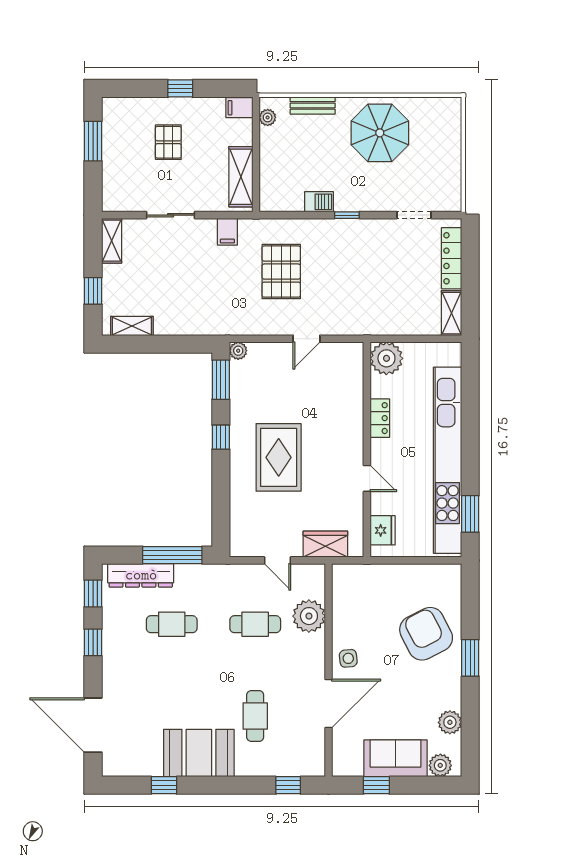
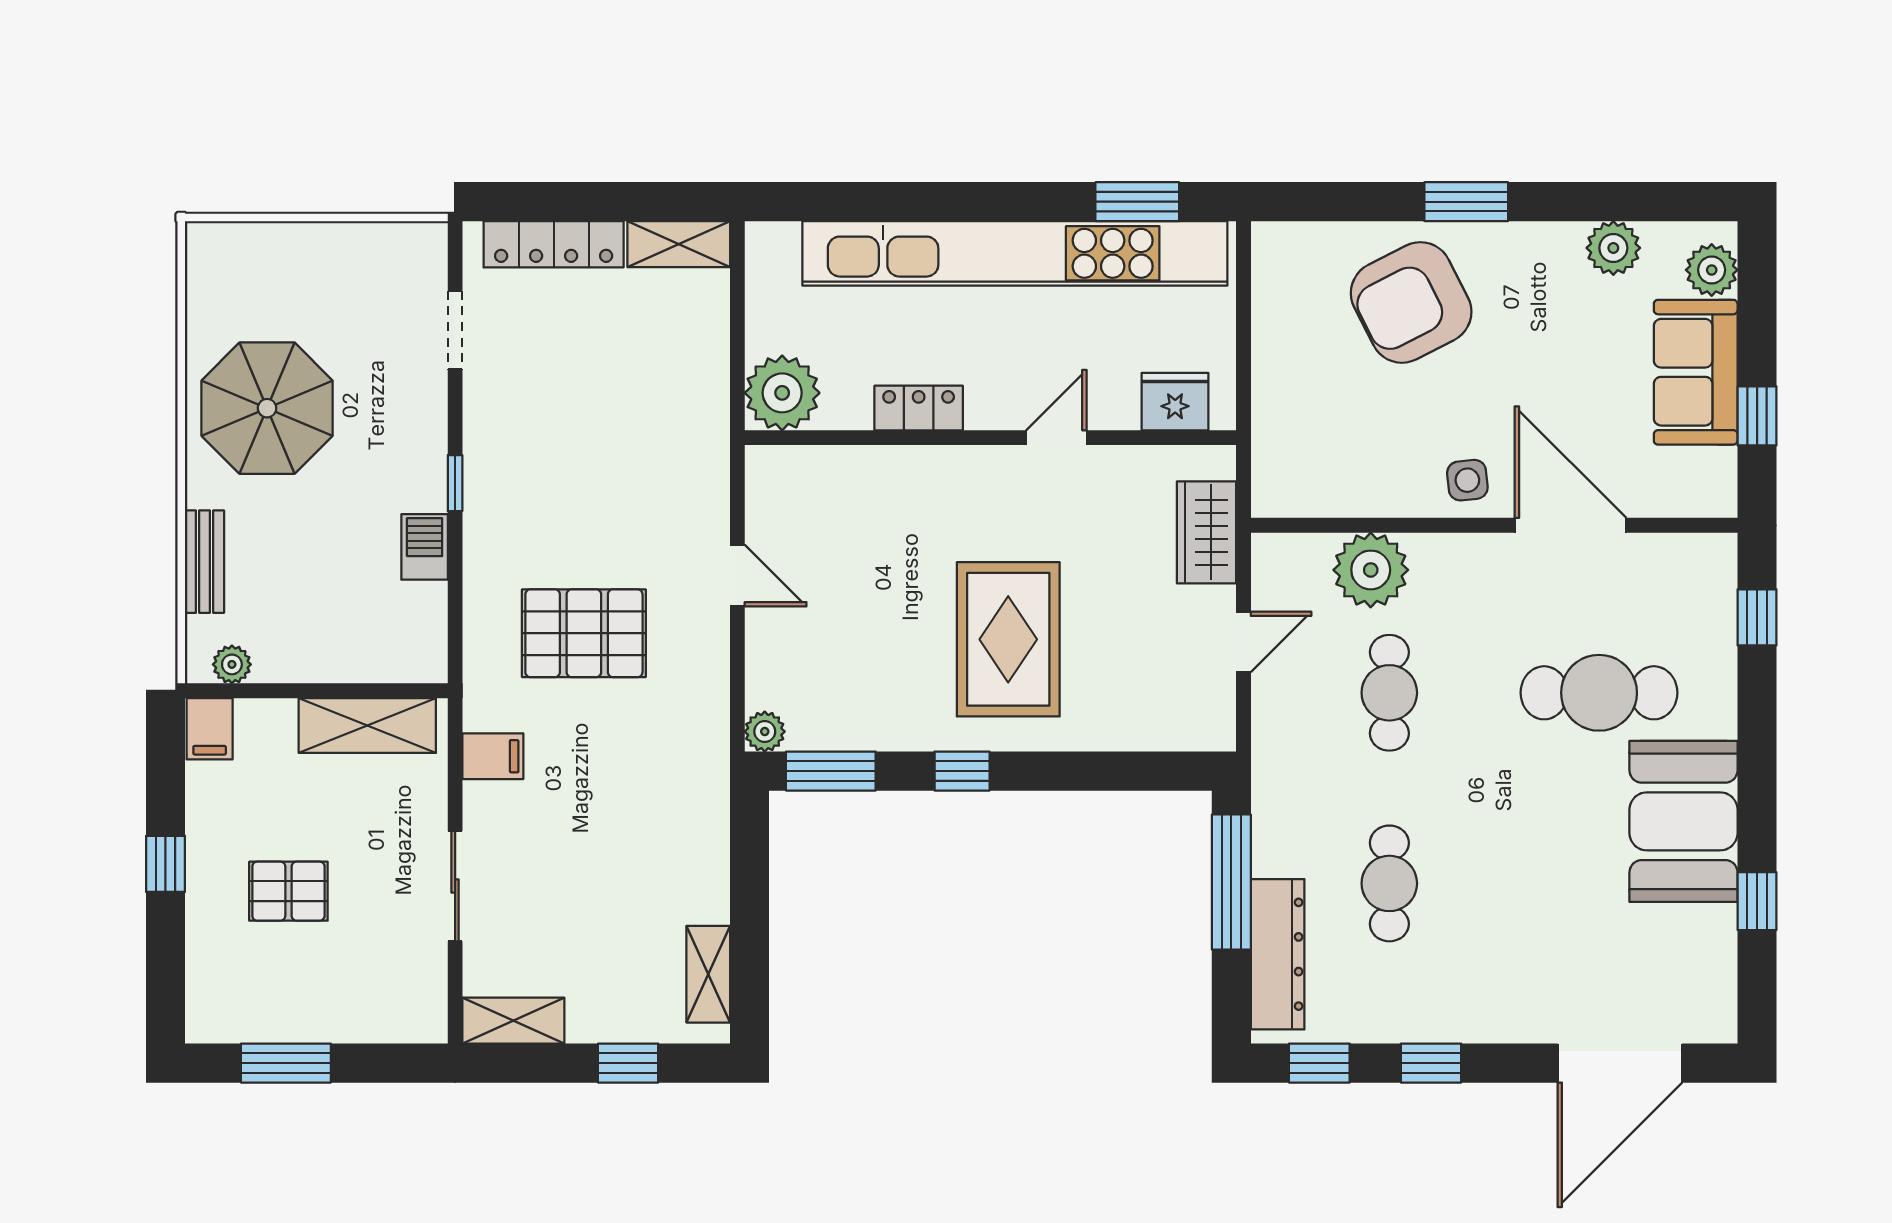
rug: (279, 457) -> (1008, 639), turned 90
cafe table: (255, 716) -> (1599, 693), width x1.37, depth x1.35

